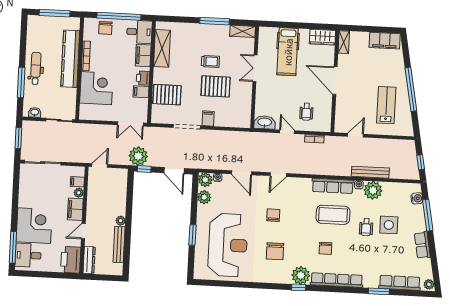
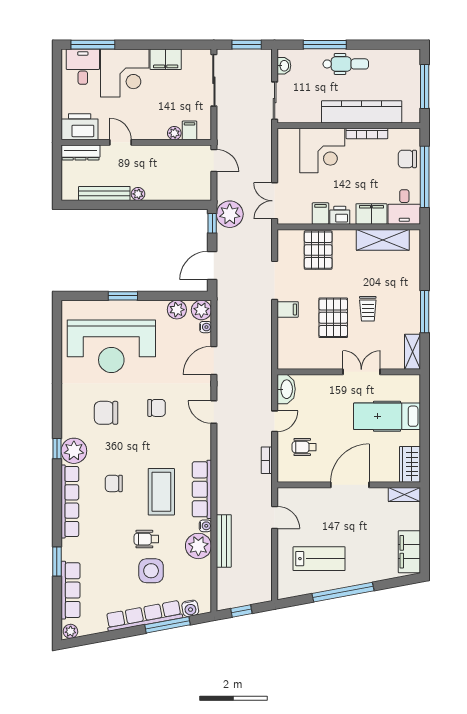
filing cabinet: (75, 209) -> (166, 59), moved, turned 180
row of seats: (422, 245) -> (144, 616), width x2.02

